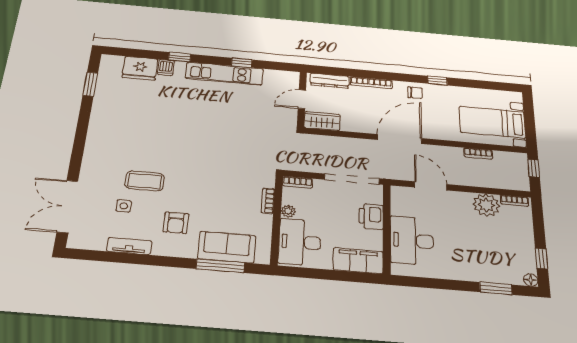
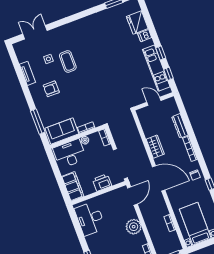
window: (180, 57) -> (161, 53), moved
door: (302, 99) -> (154, 101), moved
wall: (302, 99) -> (154, 101), moved
wardrobe: (322, 121) -> (155, 147), moved
door: (431, 186) -> (132, 196), moved
plant: (486, 205) -> (134, 227), moved
double door: (67, 206) -> (35, 32), width x0.73
desk: (412, 241) -> (90, 218), moved, turned -90
sofa: (227, 247) -> (62, 131), moved, turned -90

